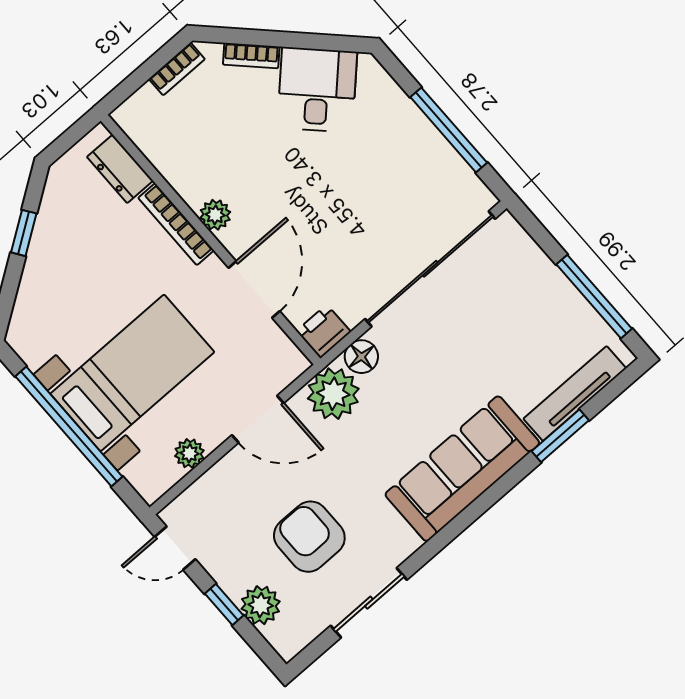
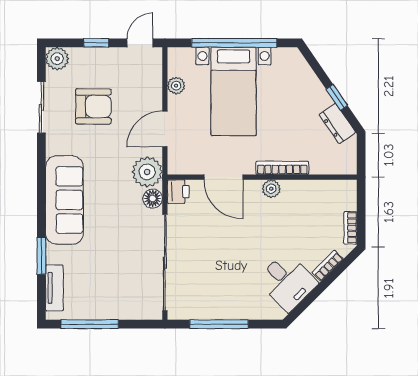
dresser: (120, 169) -> (337, 123), moved, turned -124
tv unit: (575, 393) -> (54, 288), width x0.71
plant: (261, 605) -> (57, 59), moved

